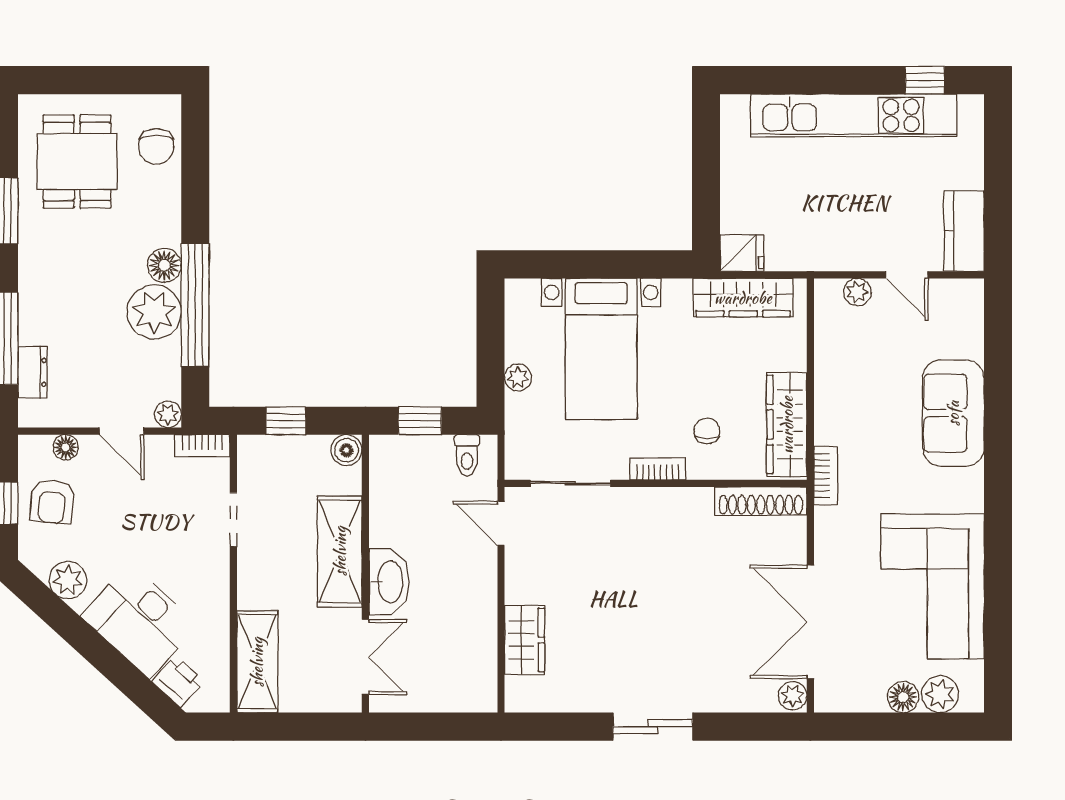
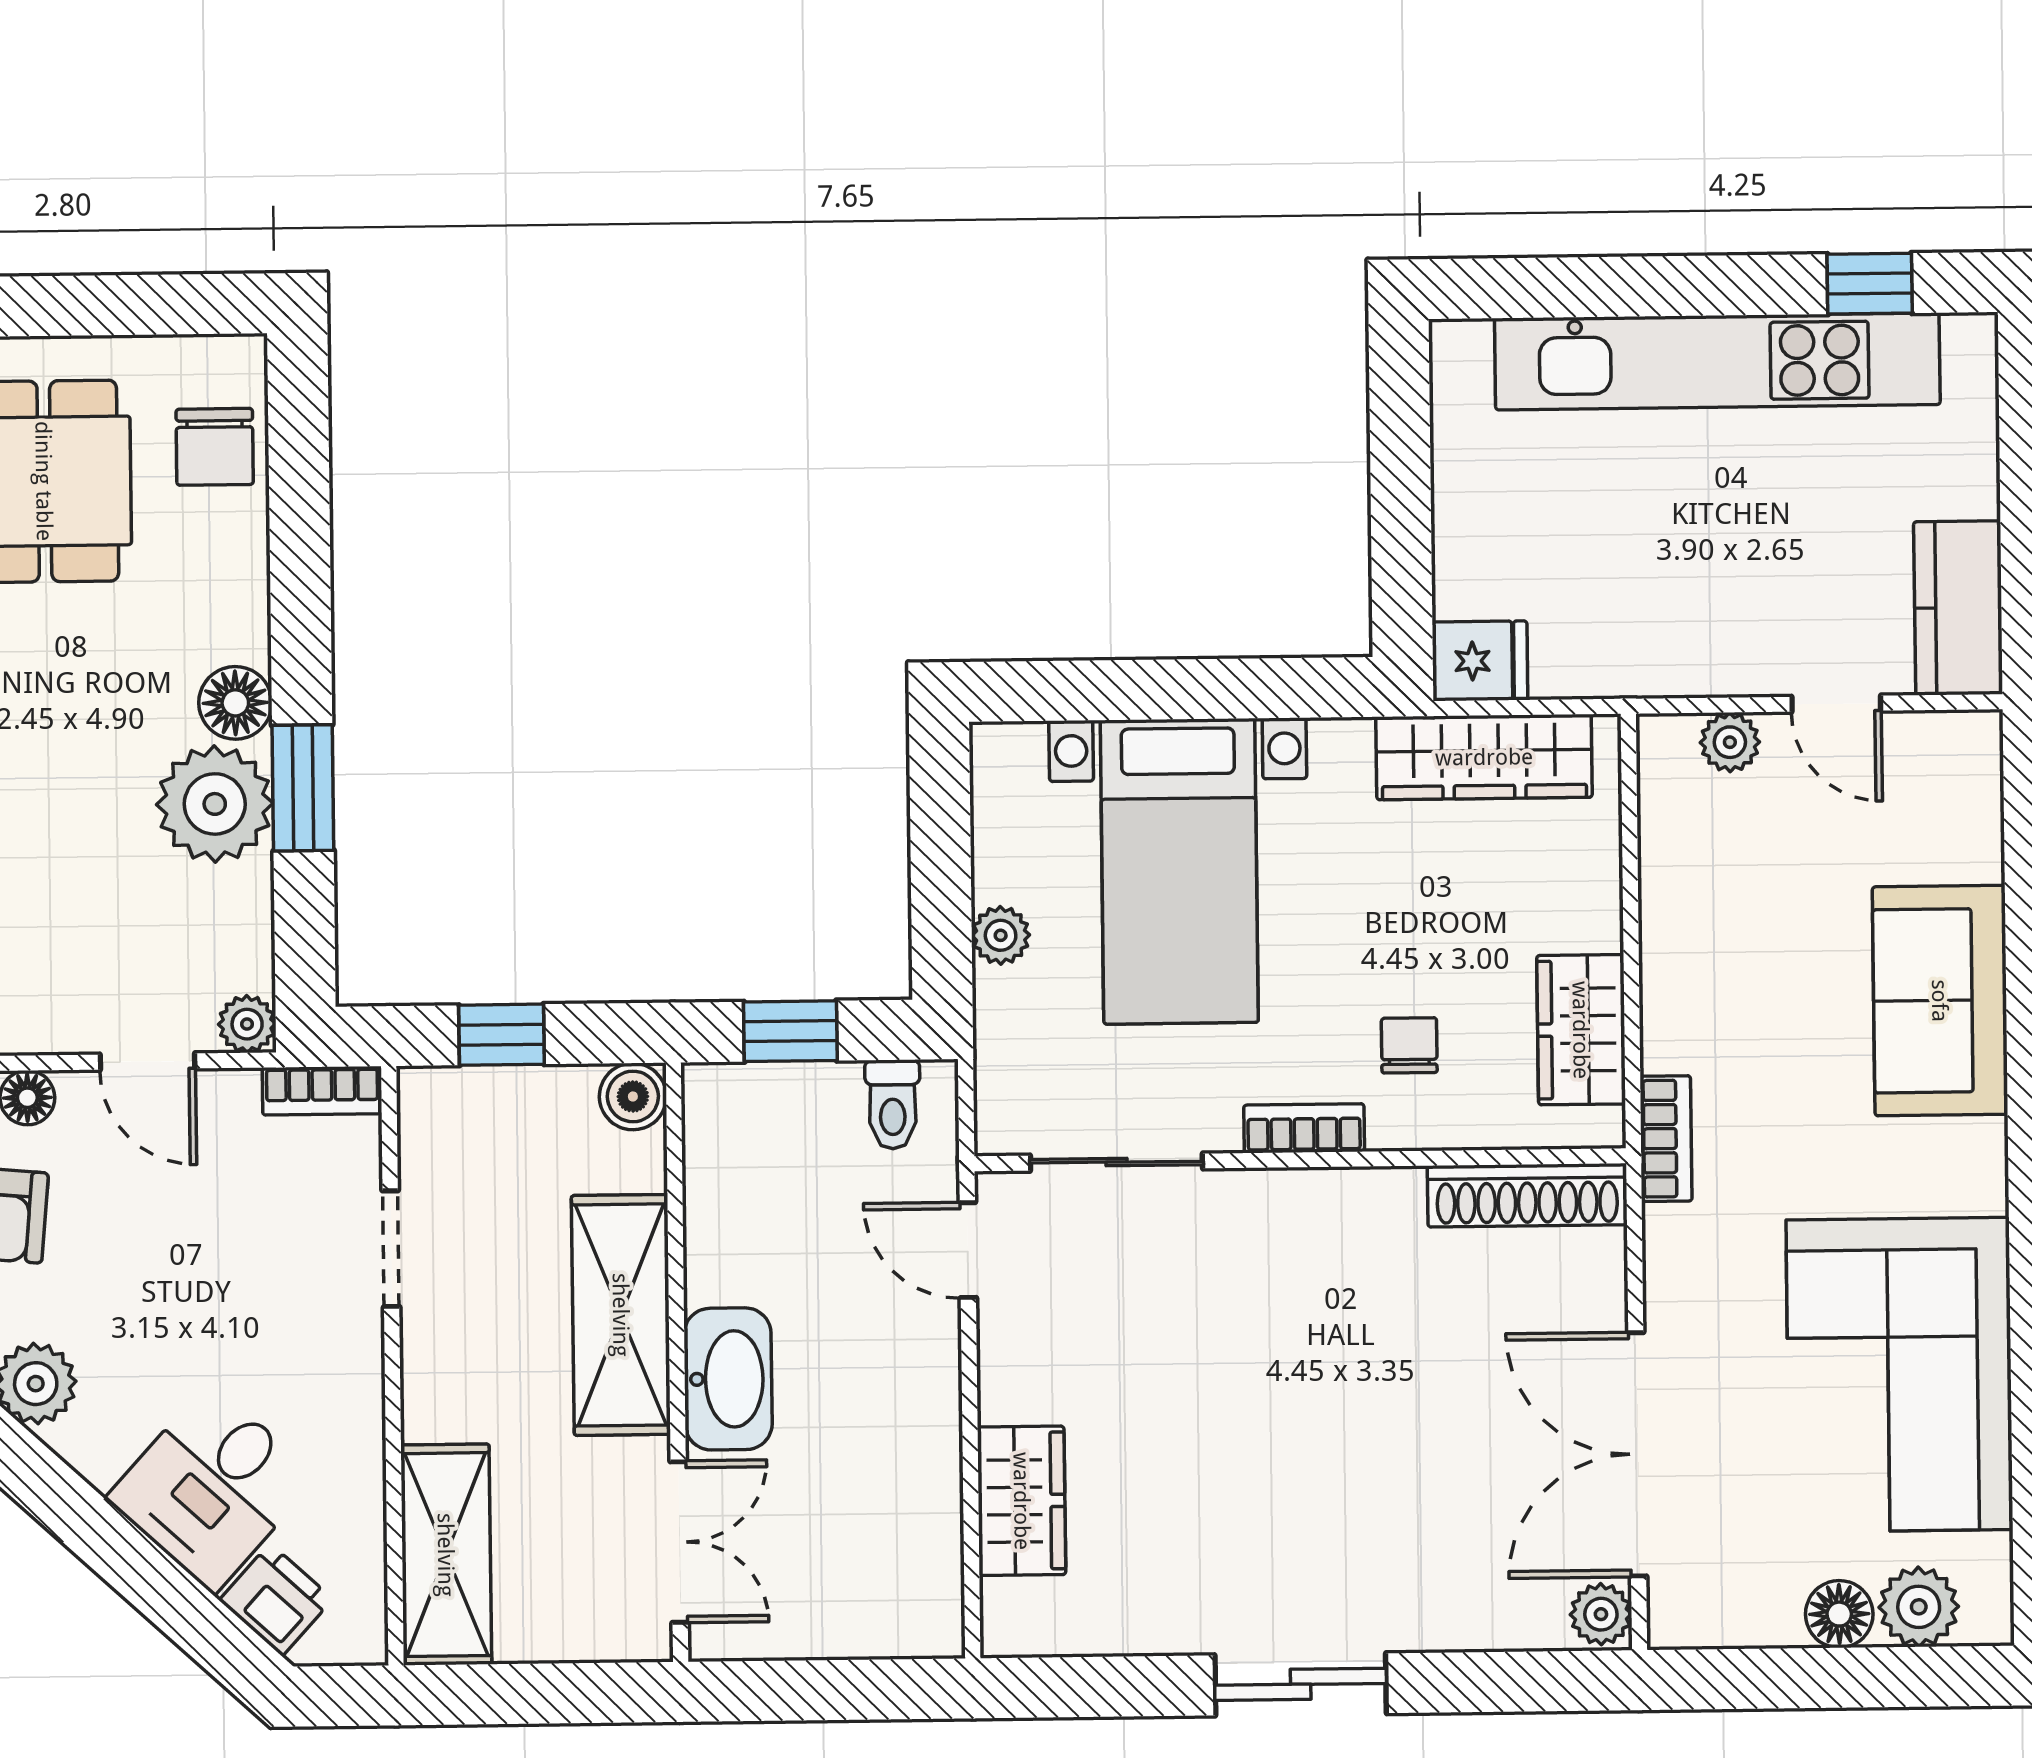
window: (195, 305) -> (303, 788), width x0.47
wardrobe: (787, 425) -> (1581, 1030), width x0.67
desk: (140, 621) -> (212, 1488), width x0.73

